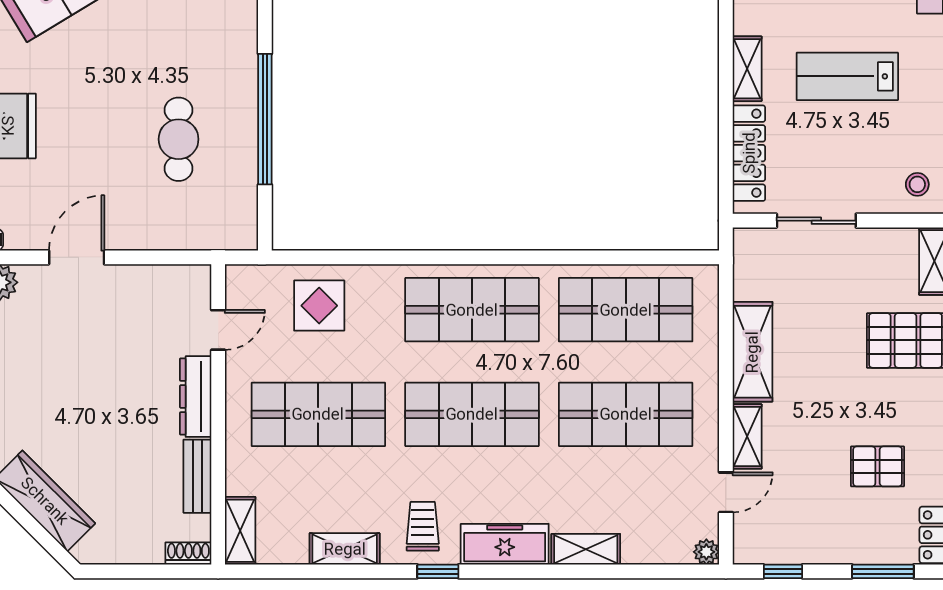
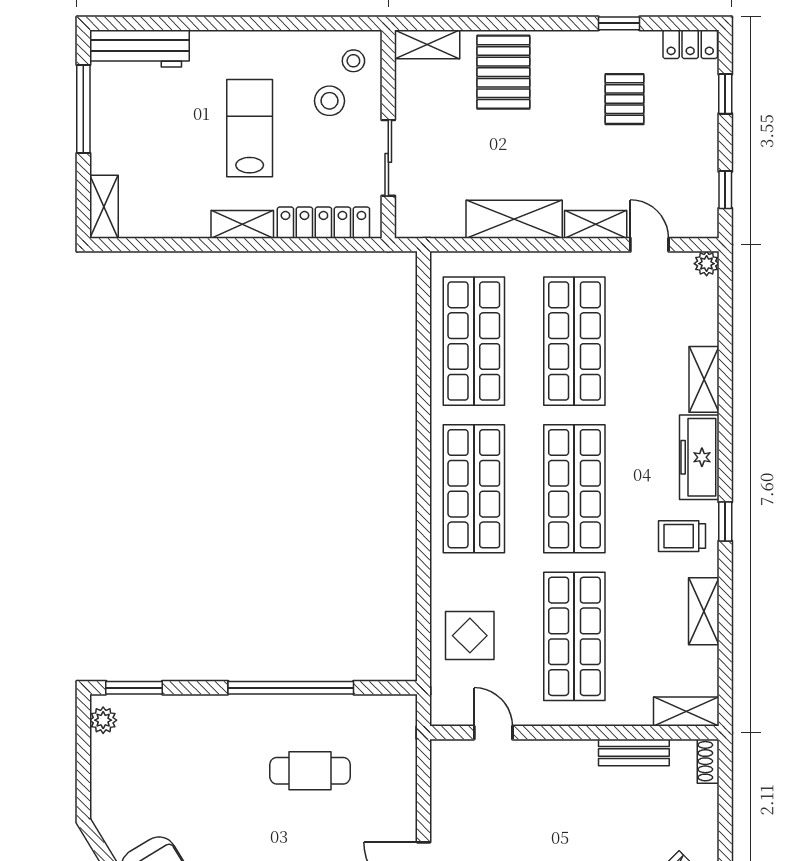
lab bench: (847, 76) -> (250, 128), turned 180
stool: (876, 159) -> (329, 101), added
dresser: (196, 397) -> (557, 754), removed
window: (883, 571) -> (725, 94), width x0.67

